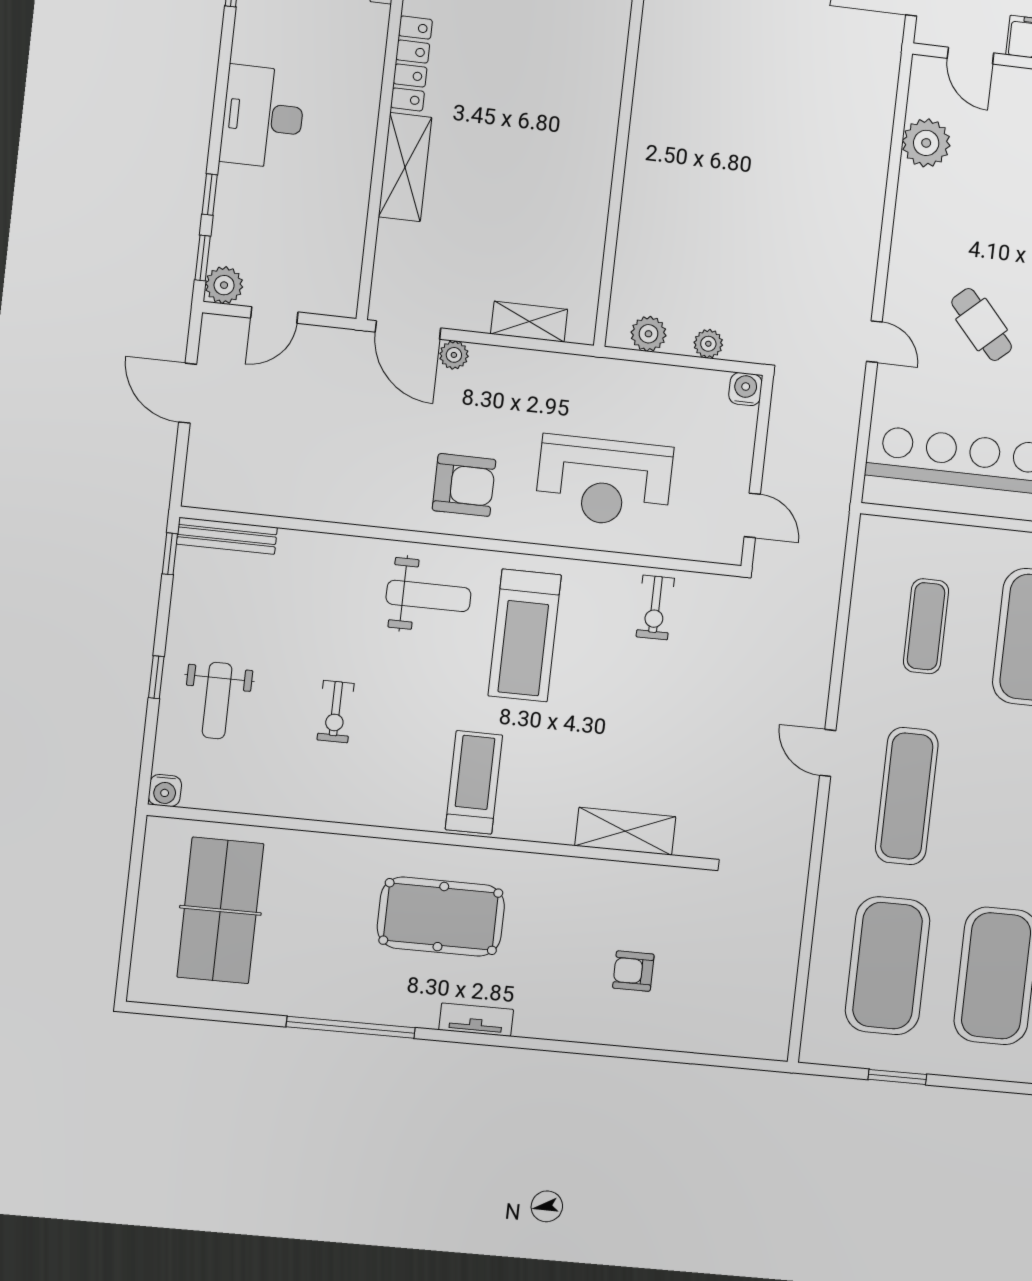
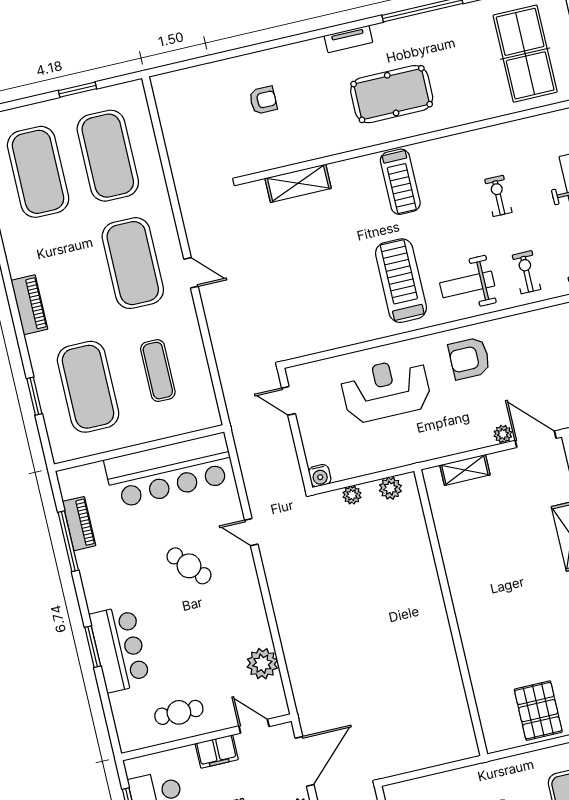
exercise bike: (655, 607) -> (527, 272), moved
exercise mat: (907, 796) -> (133, 263), width x1.47

